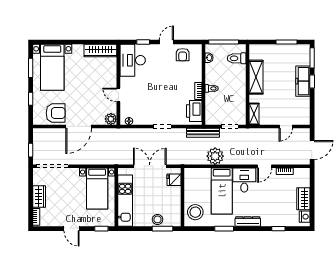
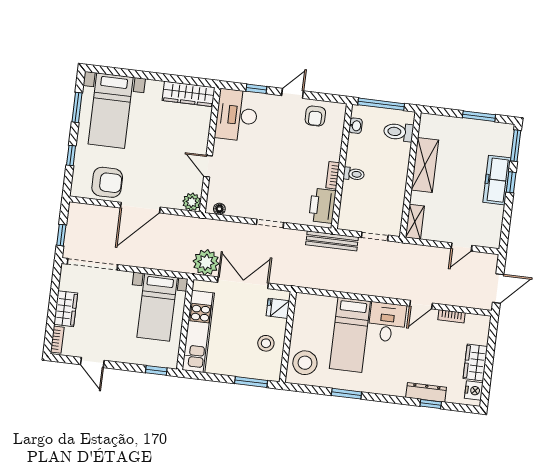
plant: (215, 156) -> (206, 262), moved
stool: (157, 219) -> (266, 343), moved
dresser: (248, 221) -> (426, 392), moved
door: (72, 229) -> (92, 363), moved

